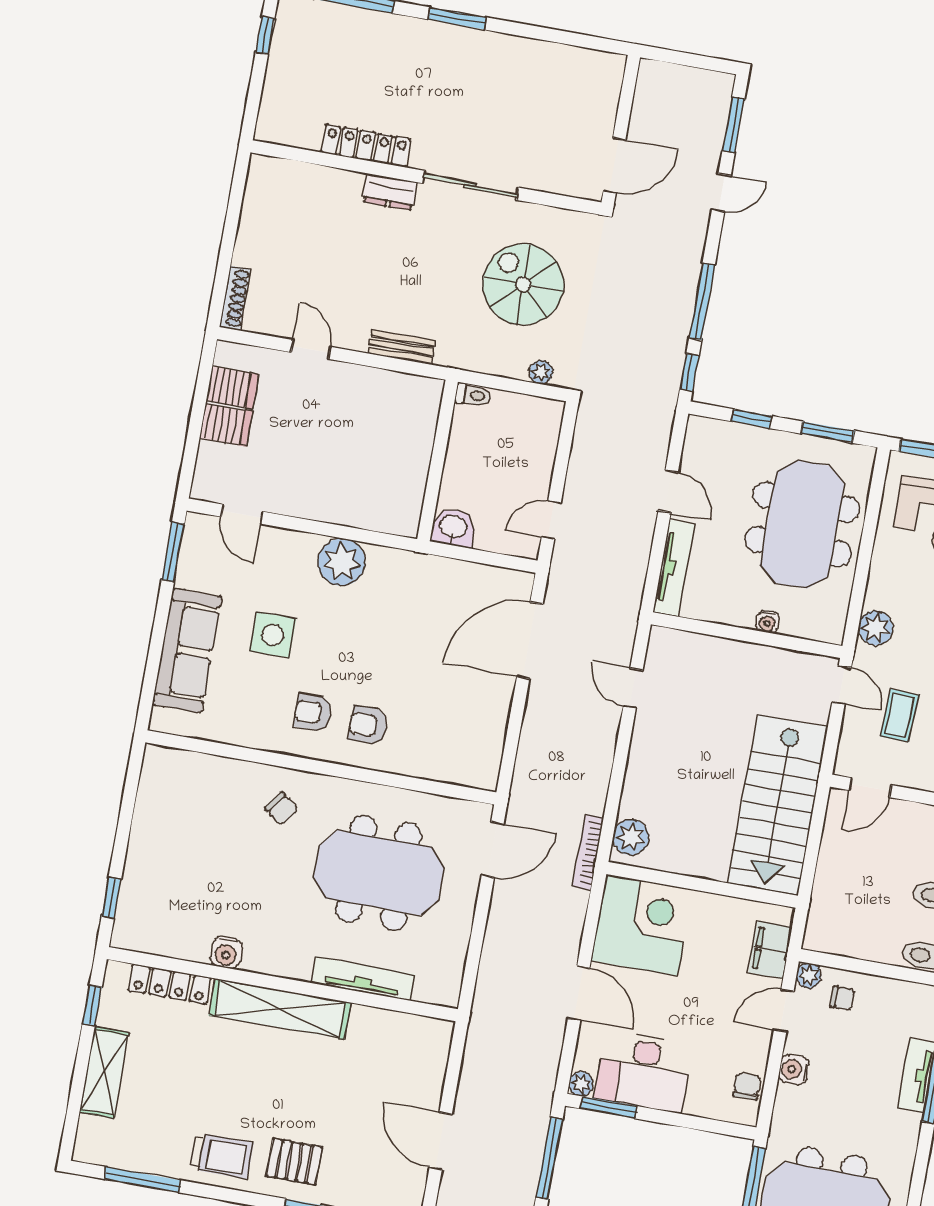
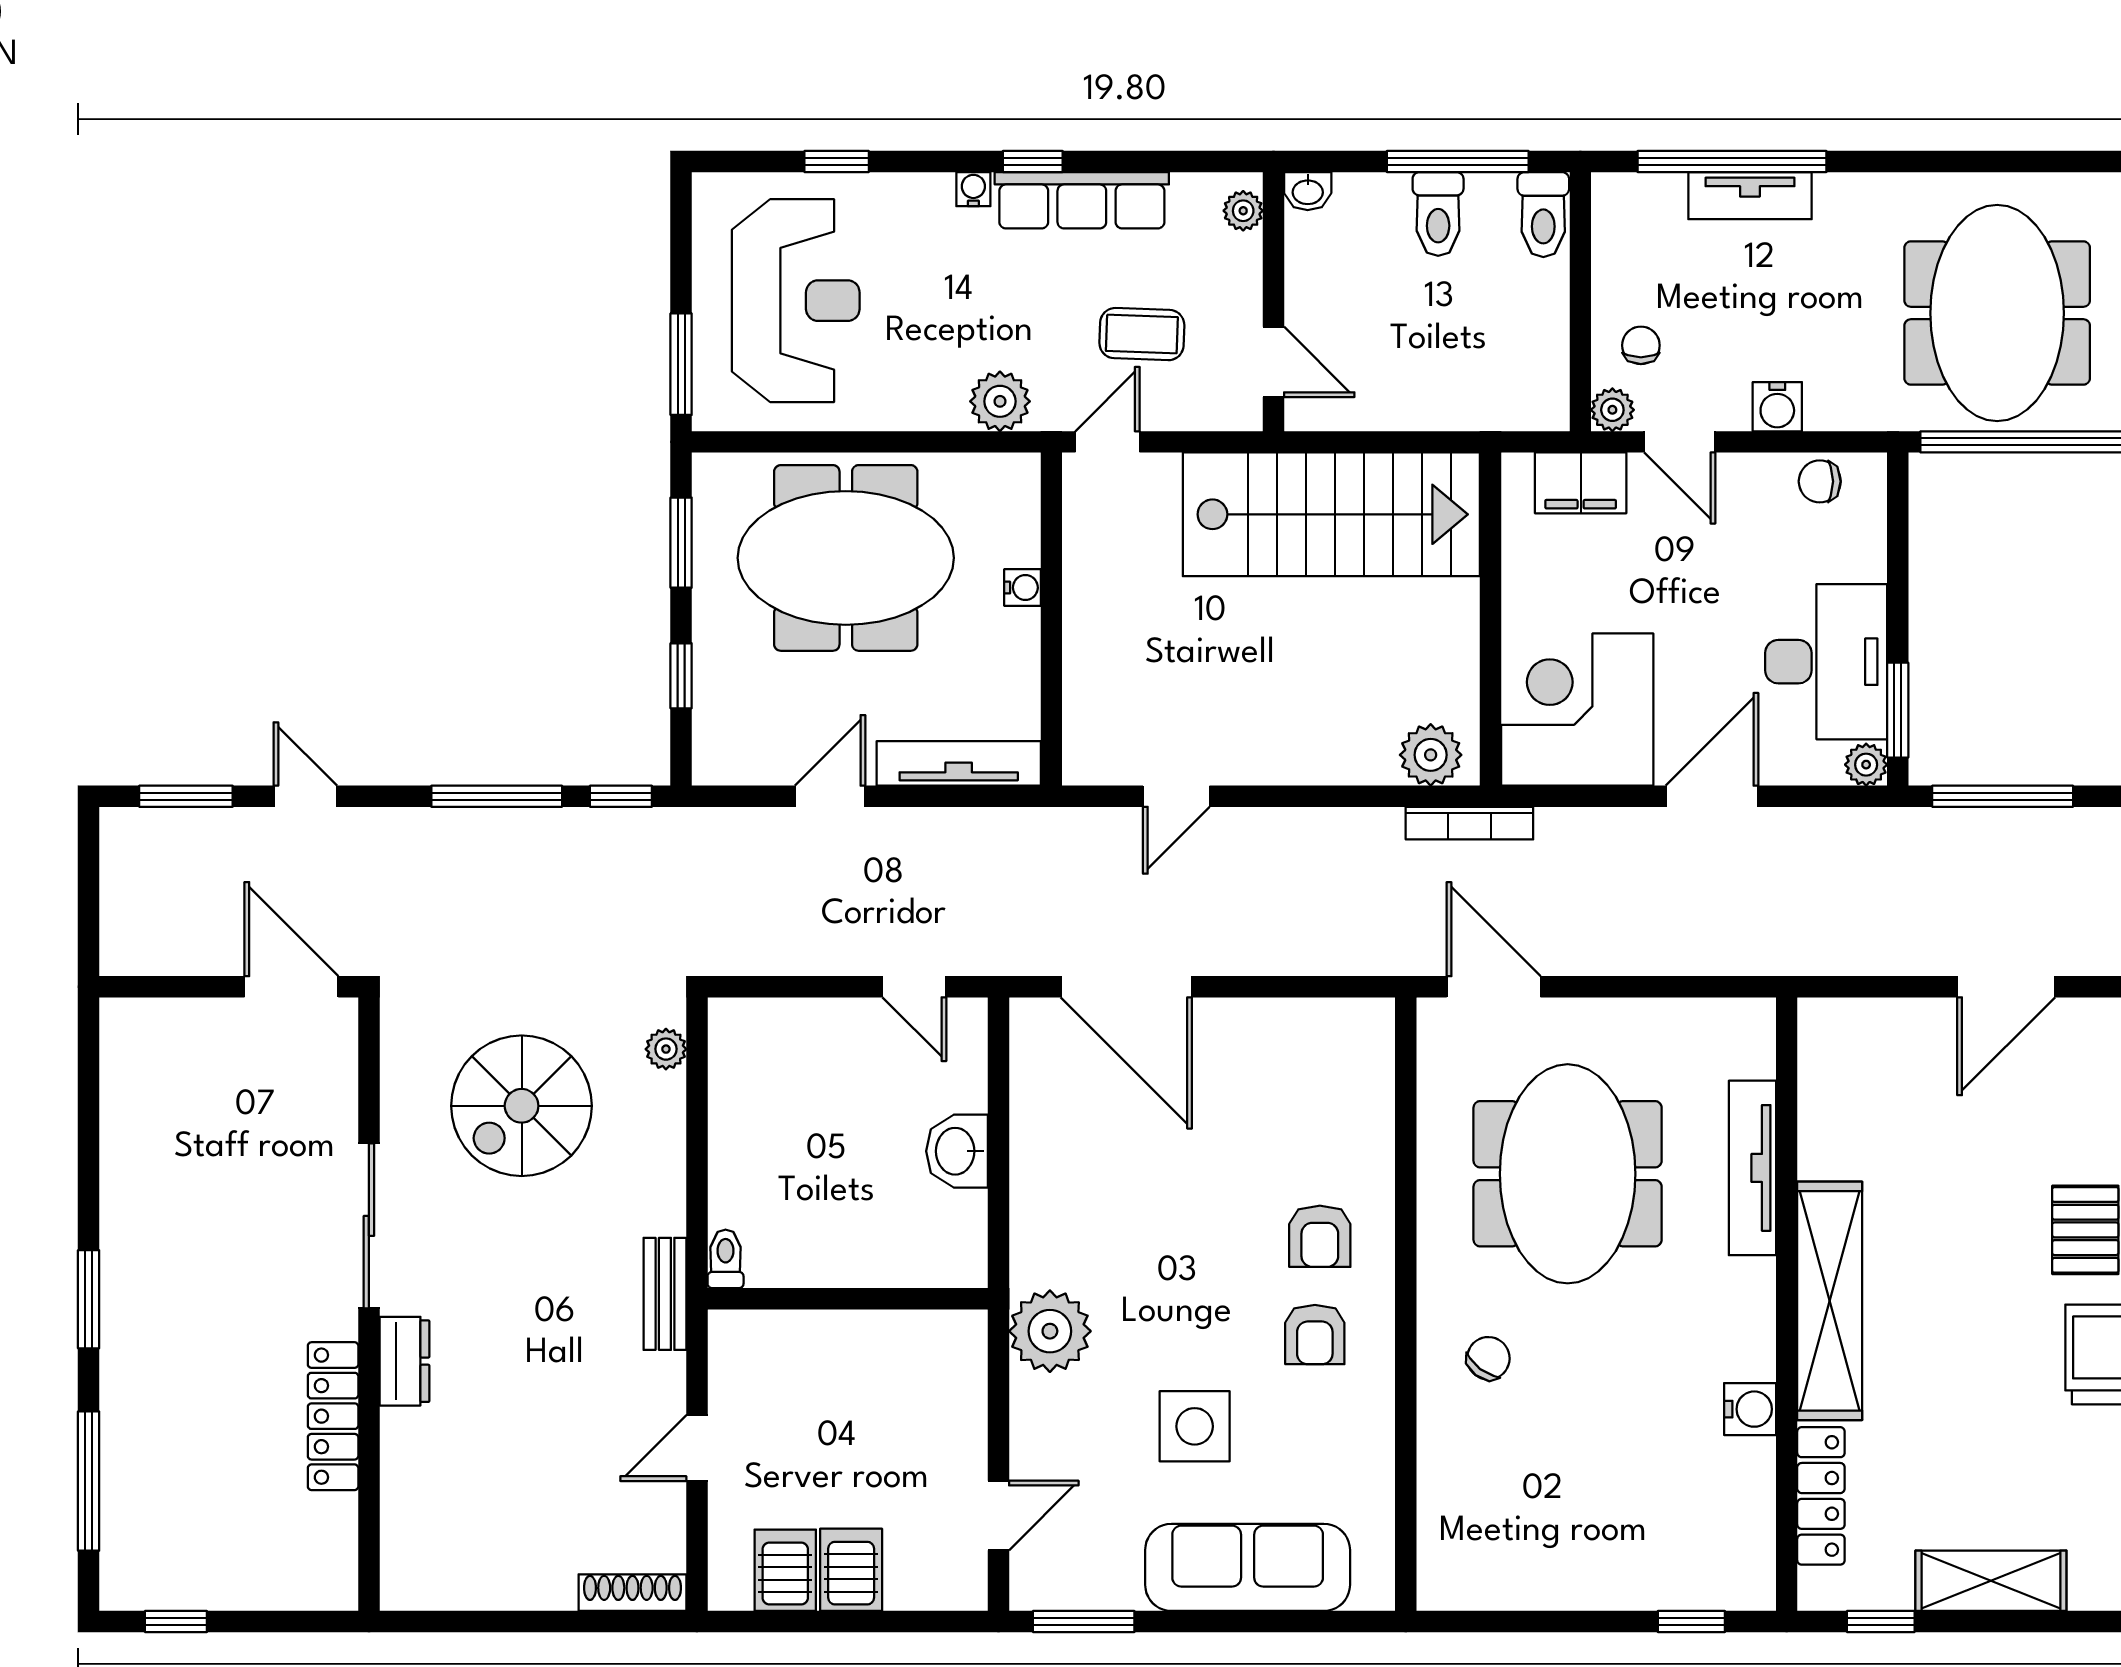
toilet: (473, 395) -> (726, 1259), moved
wall: (438, 461) -> (848, 1299), moved

